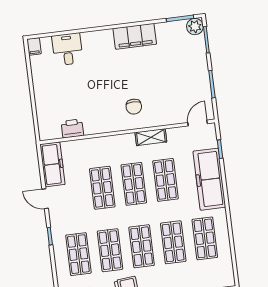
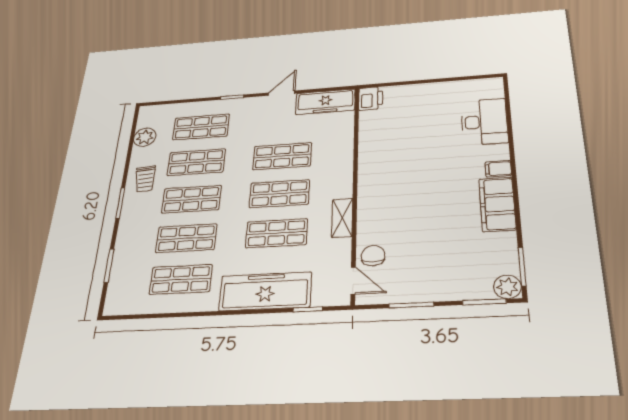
filing cabinet: (34, 46) -> (498, 169), moved
desk: (67, 49) -> (484, 122), width x1.37
chair: (134, 107) -> (373, 256), moved, turned 90
printer: (72, 128) -> (371, 98), moved

